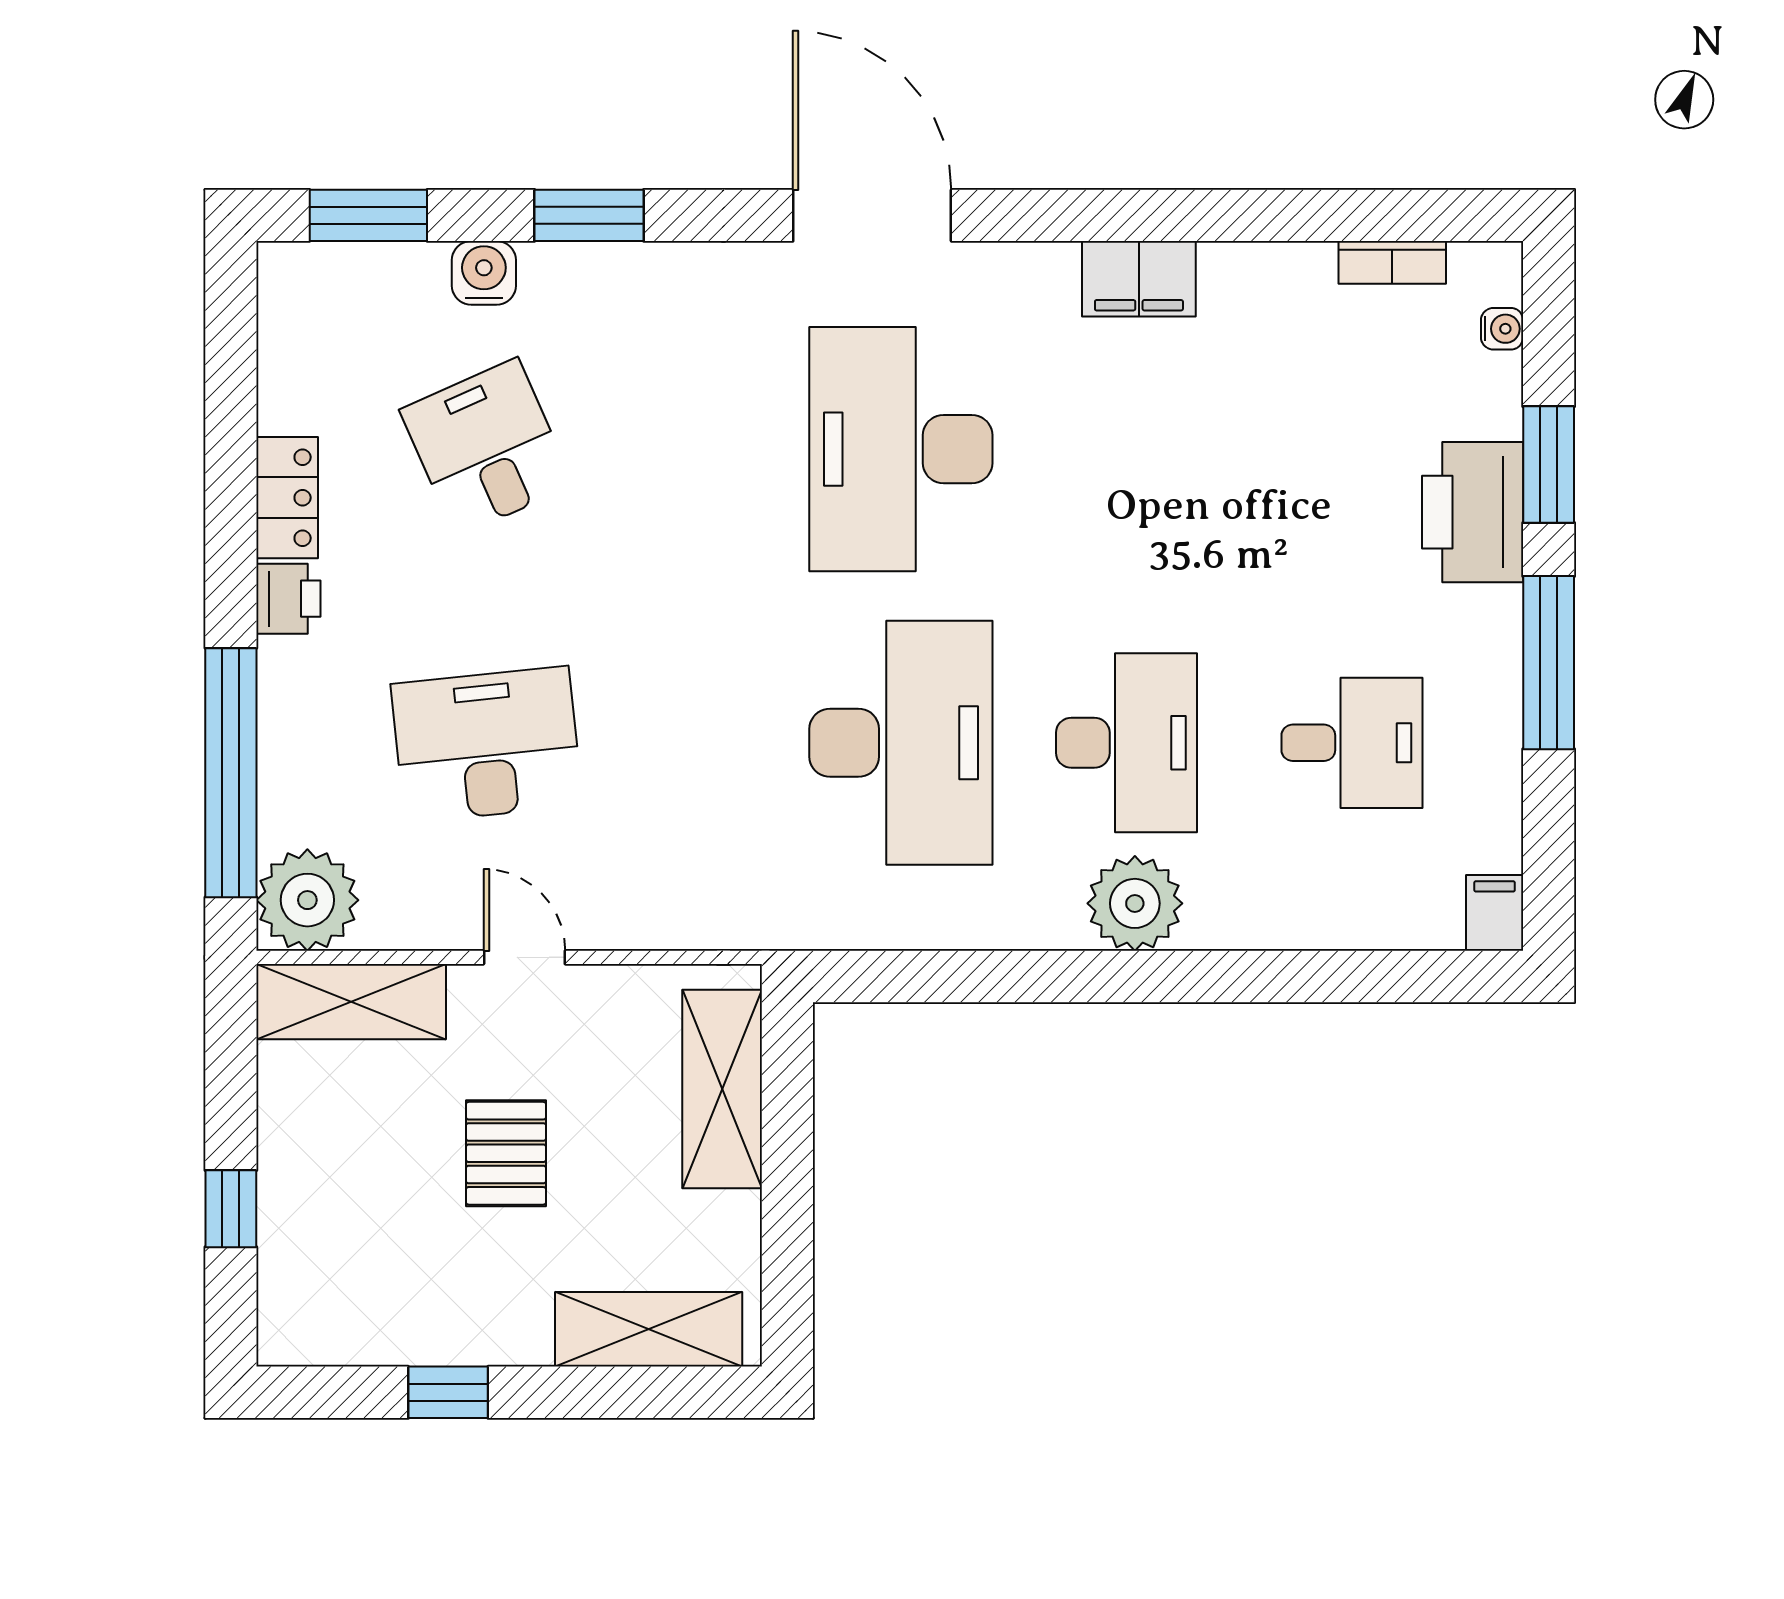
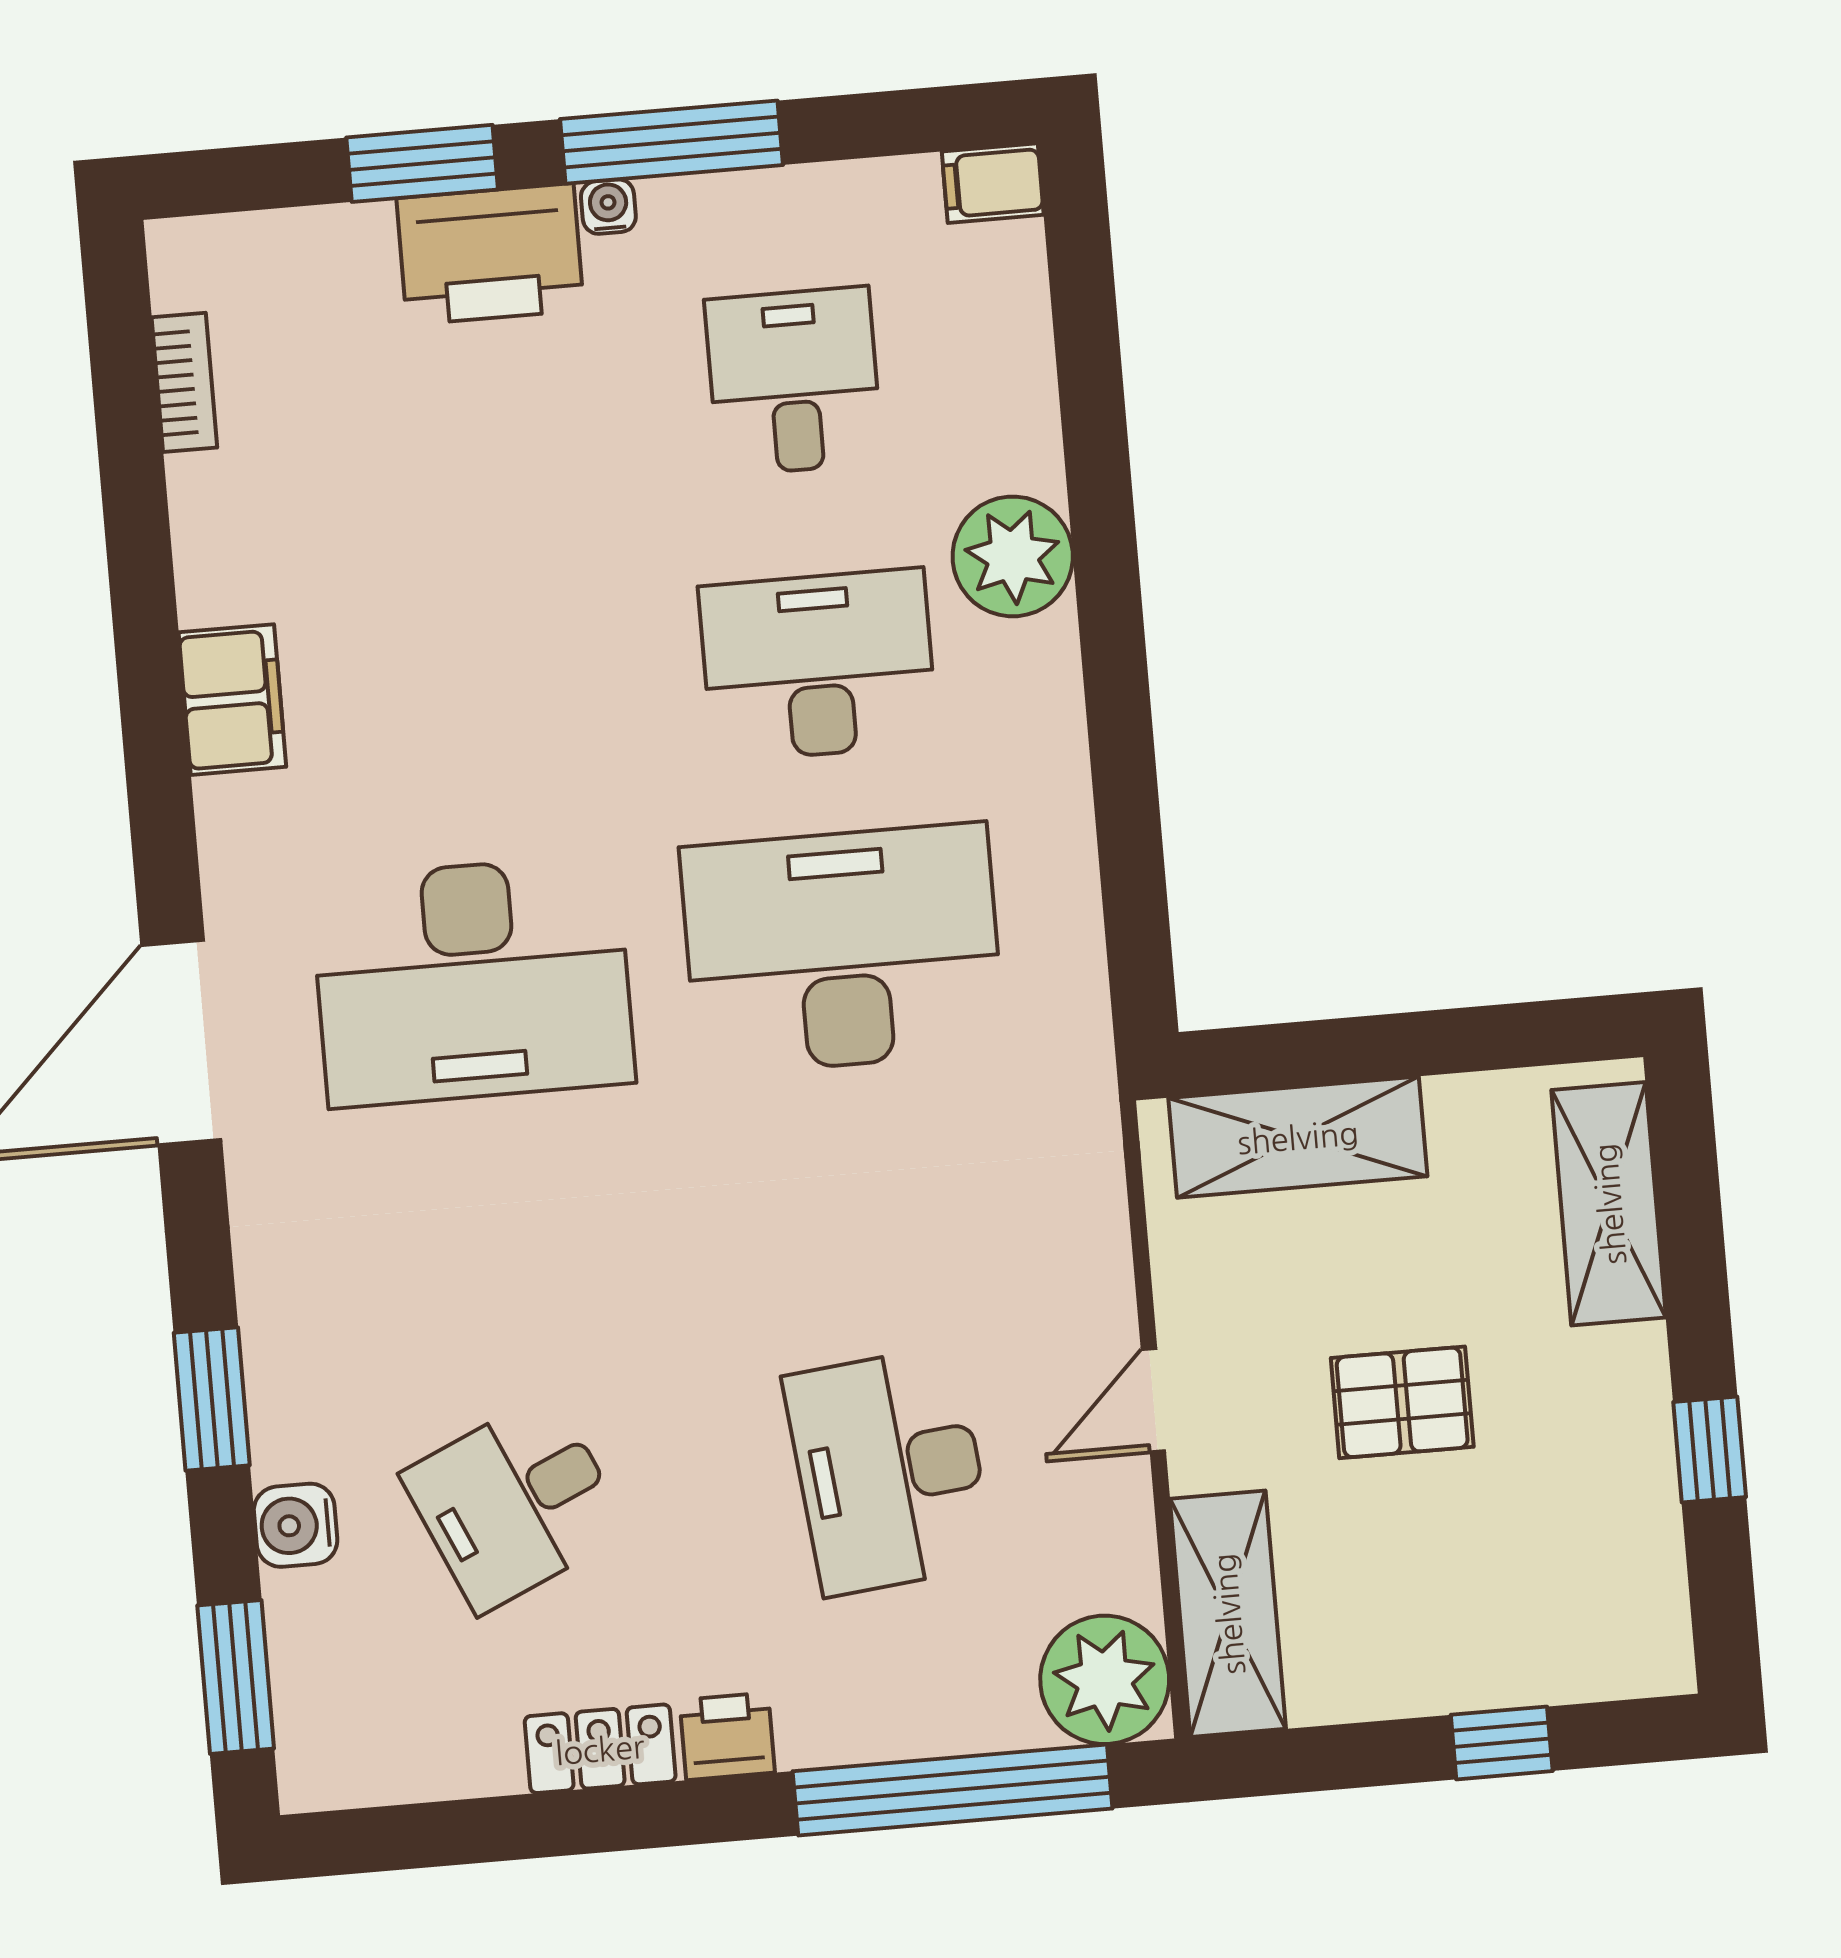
water cooler: (1502, 329) -> (608, 207), moved
plant: (1135, 903) -> (1013, 556), moved

